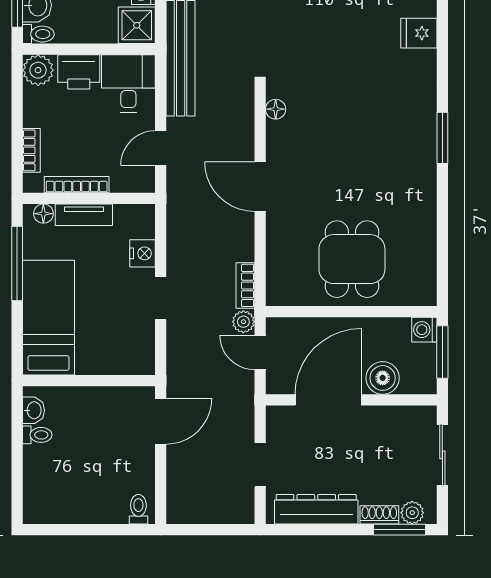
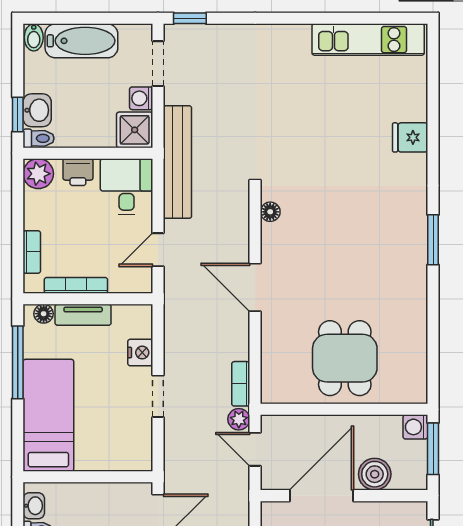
printer: (79, 72) -> (78, 172), width x0.73, depth x0.81

